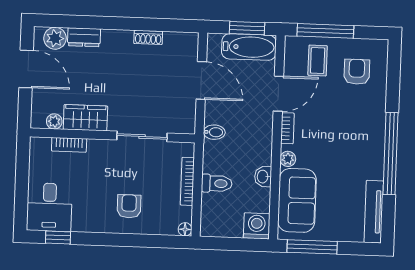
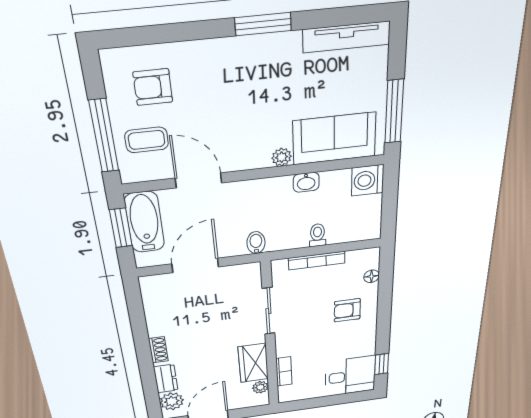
shoe rack: (148, 37) -> (158, 350), moved
bookcase: (287, 128) -> (242, 163), removed
window: (391, 154) -> (263, 24), width x0.47
toilet: (217, 183) -> (318, 235), width x0.73, depth x0.72
floor lamp: (185, 229) -> (372, 276), moved

